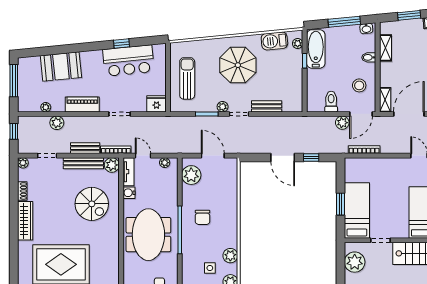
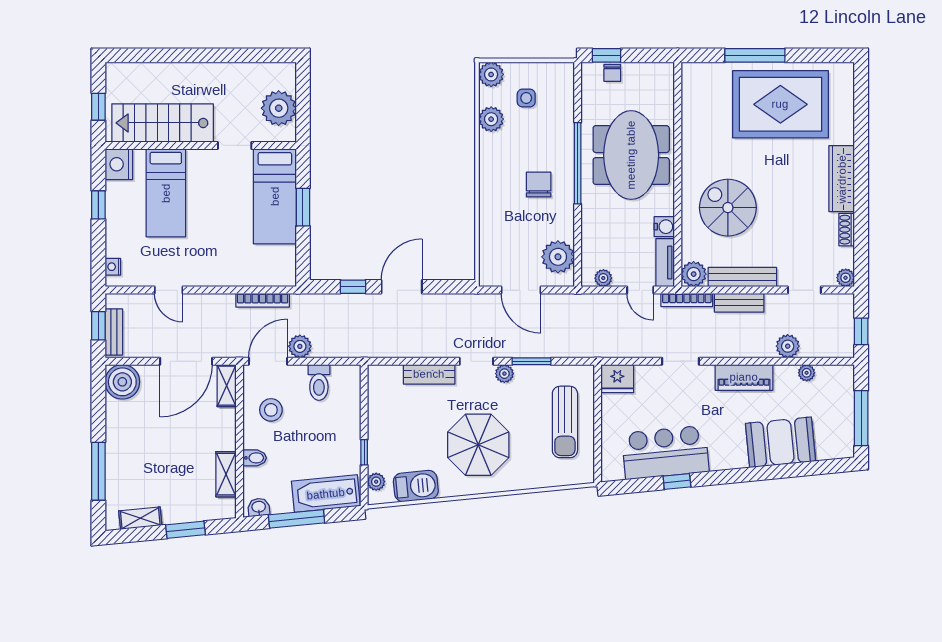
bathtub: (316, 49) -> (326, 494), moved, turned 84
door: (283, 158) -> (402, 287), hinge flipped

